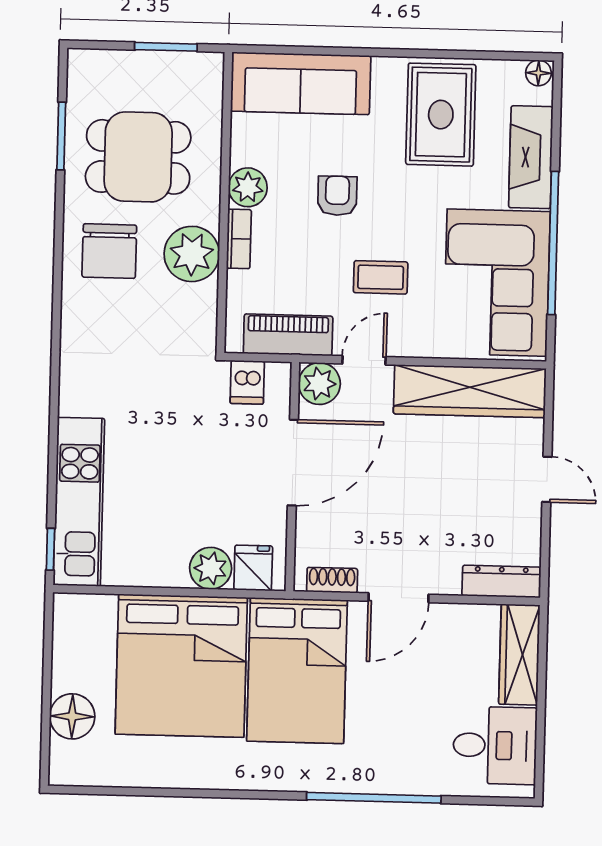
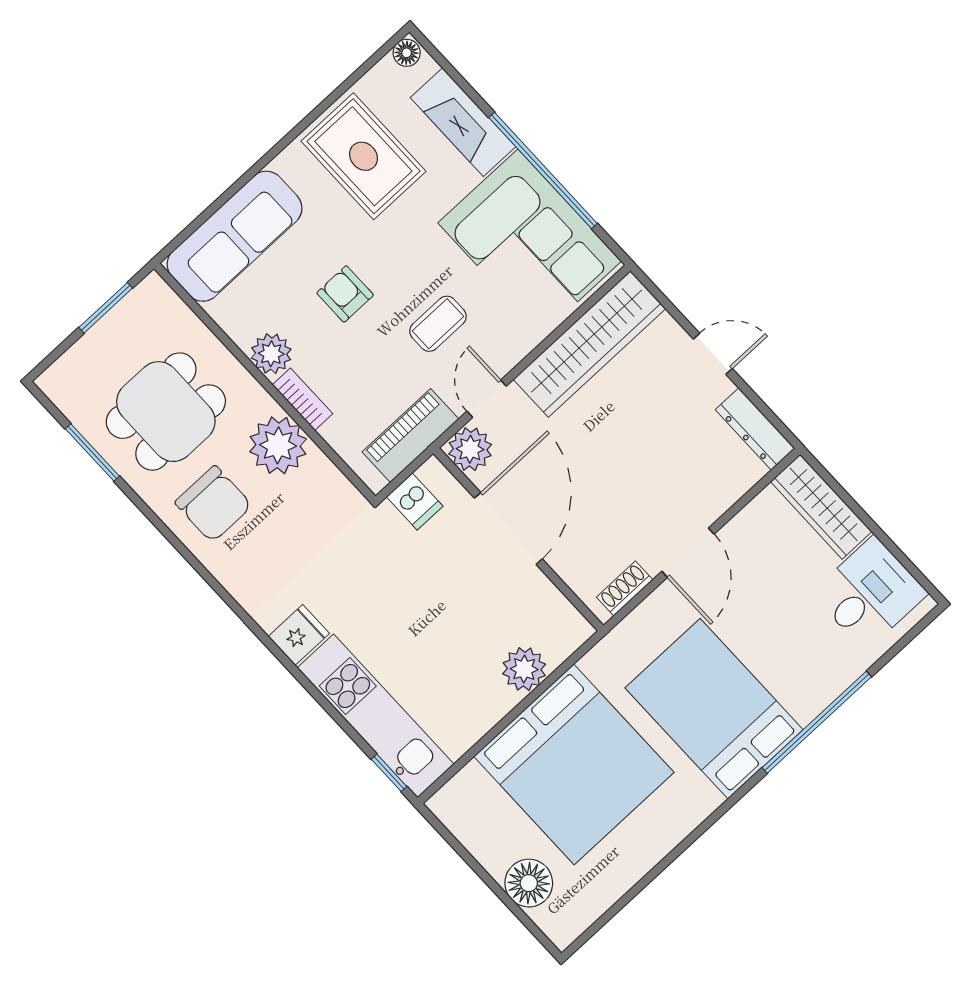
fridge: (253, 568) -> (299, 635), moved, turned 90
dresser: (501, 582) -> (755, 429), moved, turned -90
bed: (297, 671) -> (714, 709), moved, turned 180

